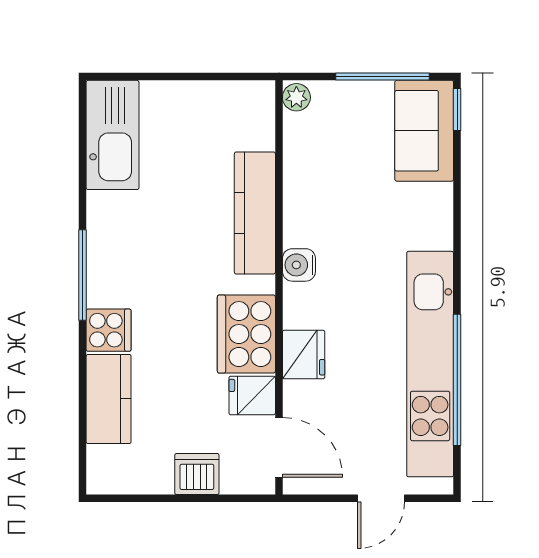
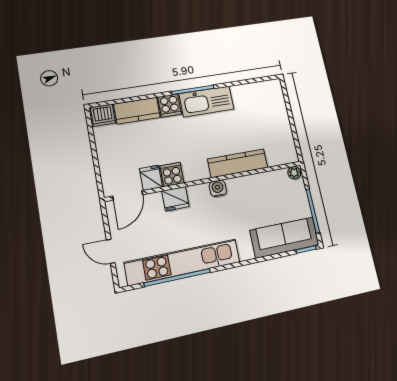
sofa: (424, 131) -> (284, 238), width x1.36
kitchen sink: (113, 135) -> (206, 101), moved
cooker: (246, 334) -> (172, 174), width x0.53, depth x0.76
dishwasher: (197, 474) -> (103, 115), moved, turned 90

